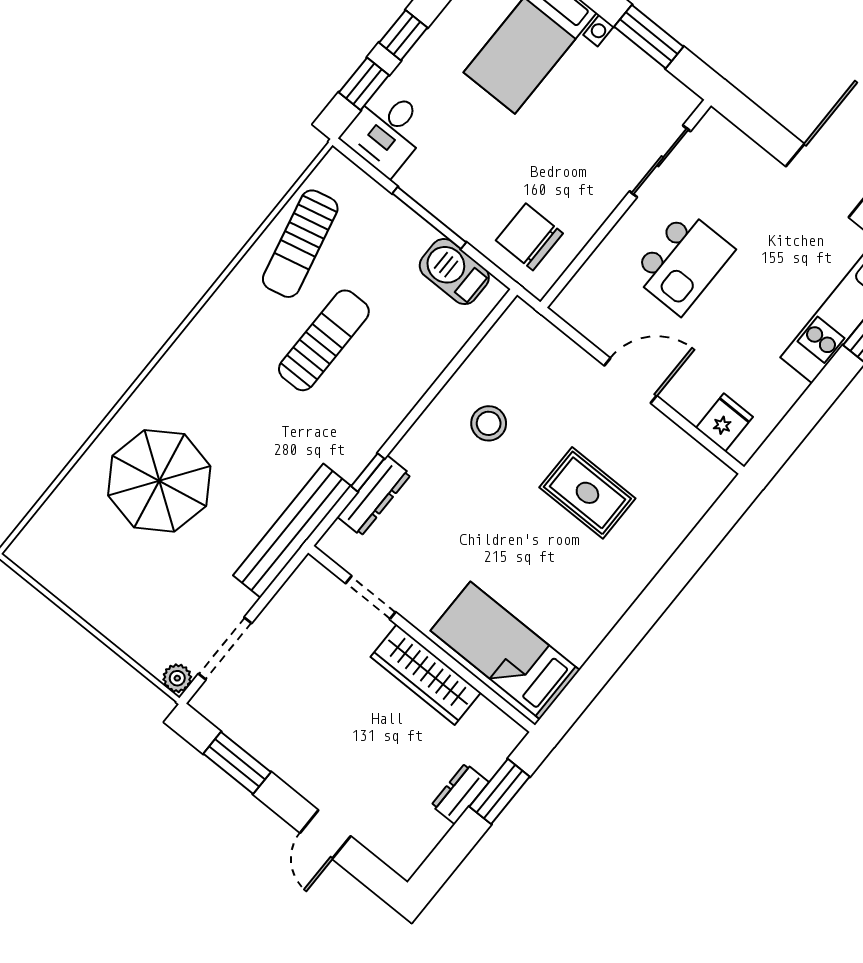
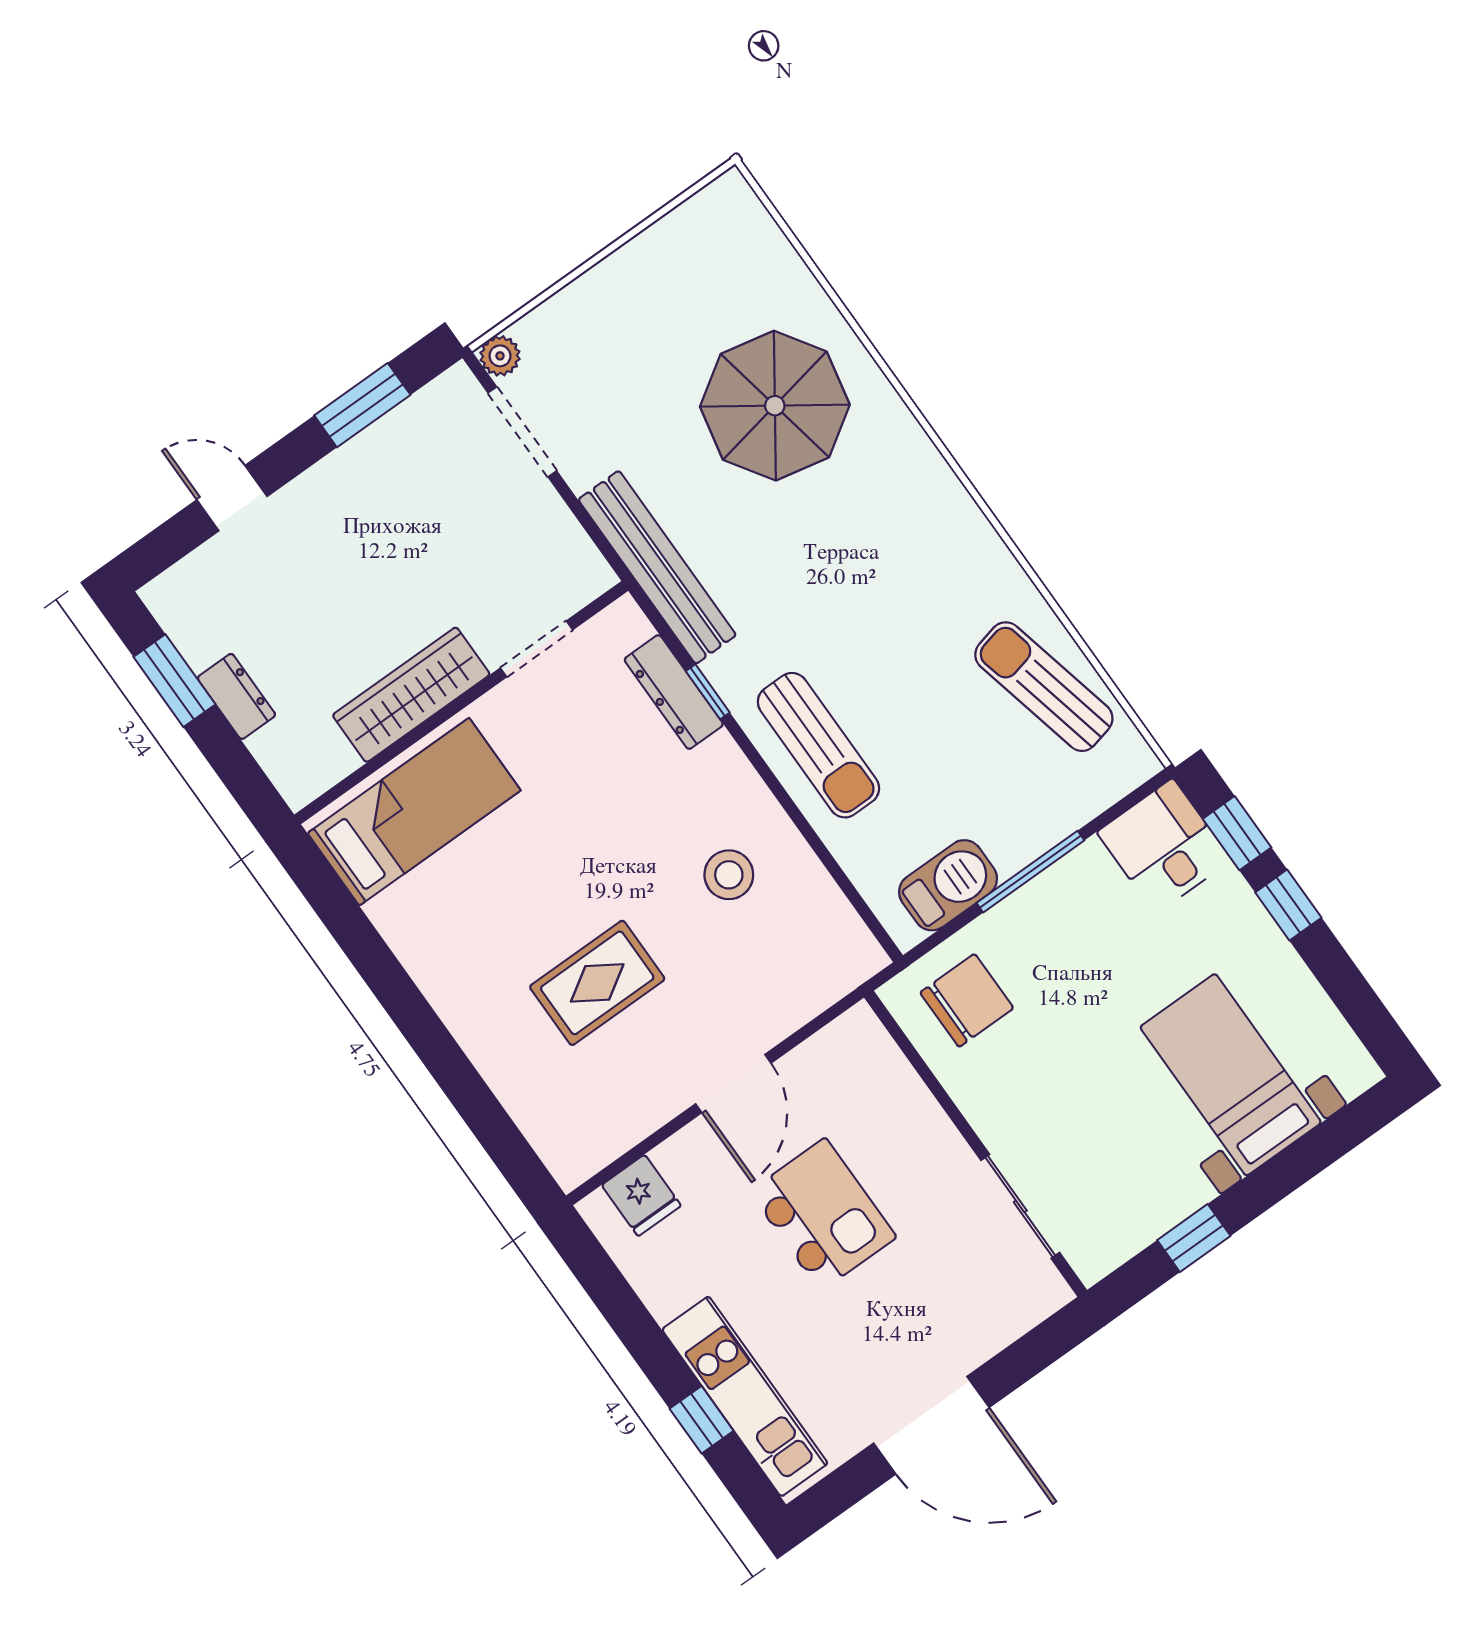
window: (649, 37) -> (1194, 1238), width x0.67
kitchen island: (683, 262) -> (823, 1214), moved, turned 180
sun lounger: (324, 340) -> (818, 745), moved
window: (500, 792) -> (174, 681), moved

